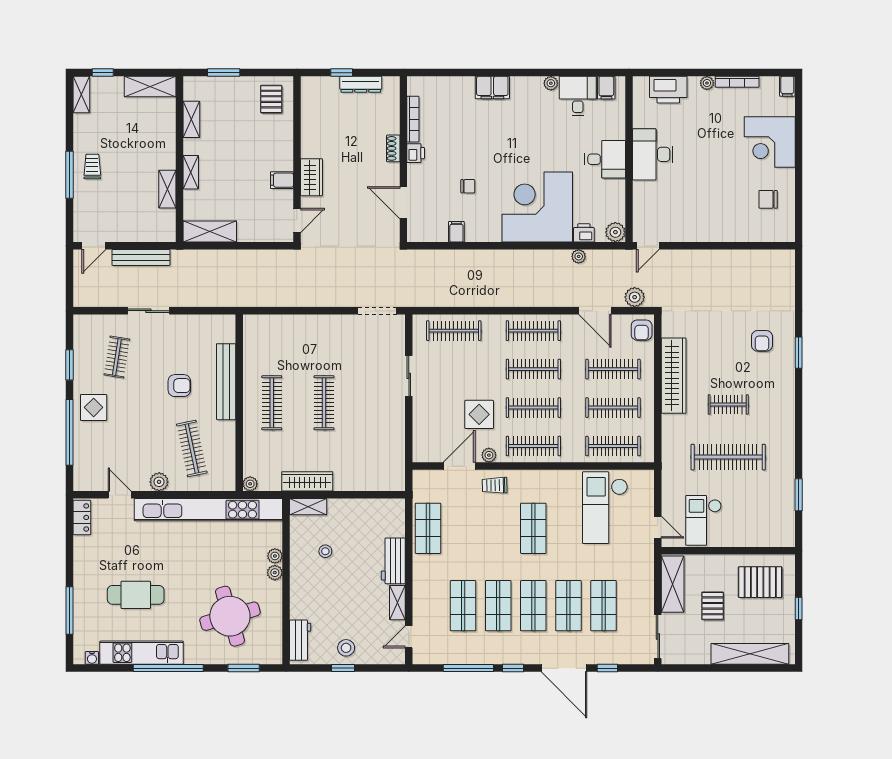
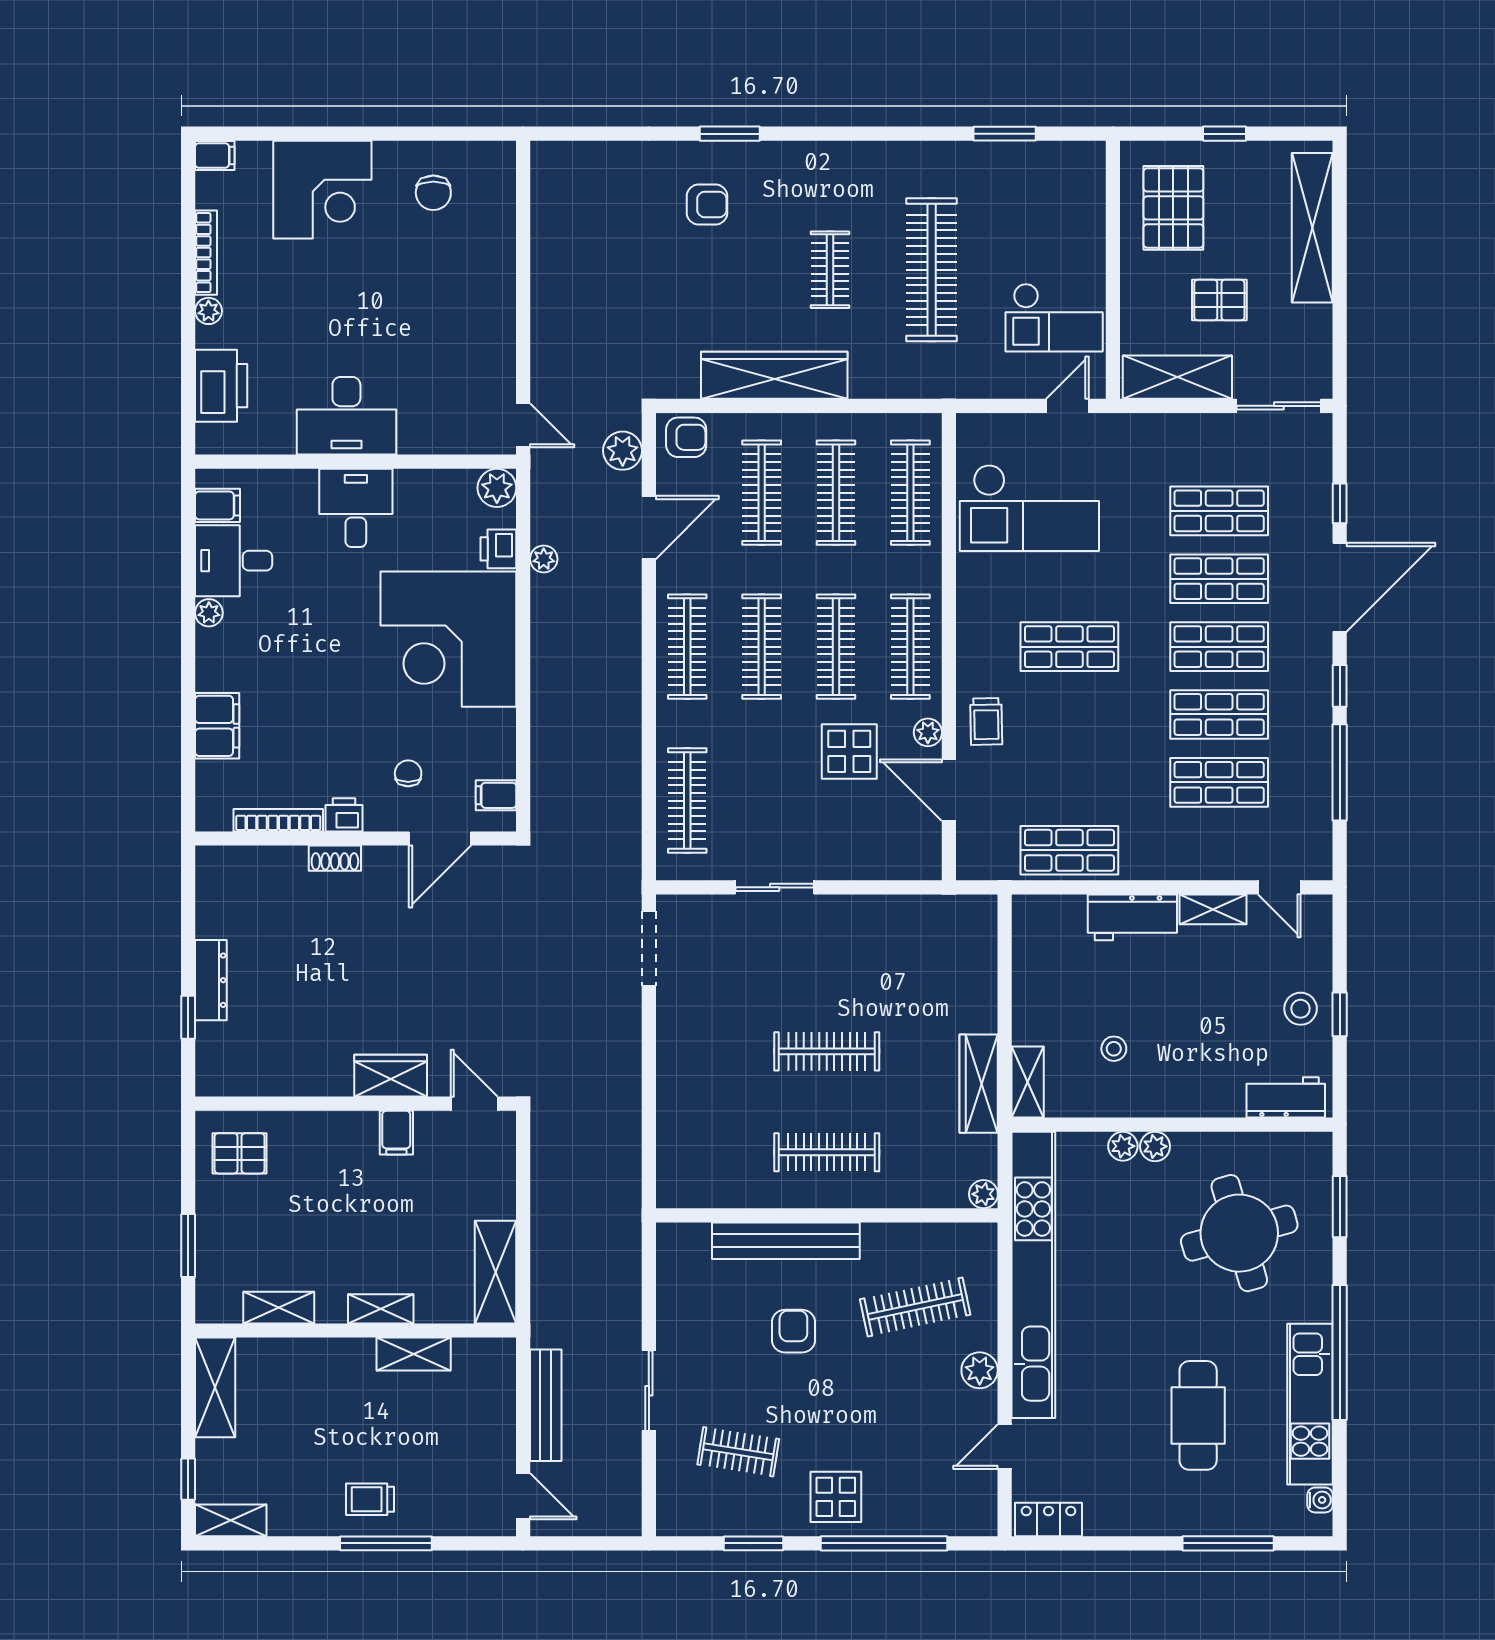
bookcase: (413, 119) -> (278, 820), moved
shoe rack: (393, 148) -> (335, 858), moved
printer: (416, 153) -> (344, 815), moved
wall: (403, 159) -> (356, 839), moved
door: (403, 203) -> (440, 839), moved

